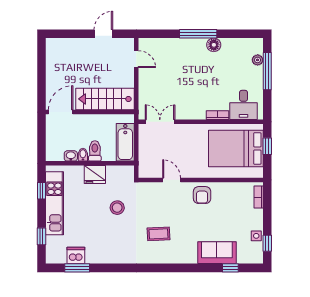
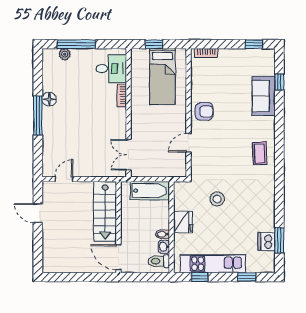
bed: (236, 148) -> (162, 77), width x0.67
toilet: (95, 151) -> (159, 261), moved
coffee table: (159, 234) -> (260, 153), moved
side table: (256, 236) -> (246, 55), removed

